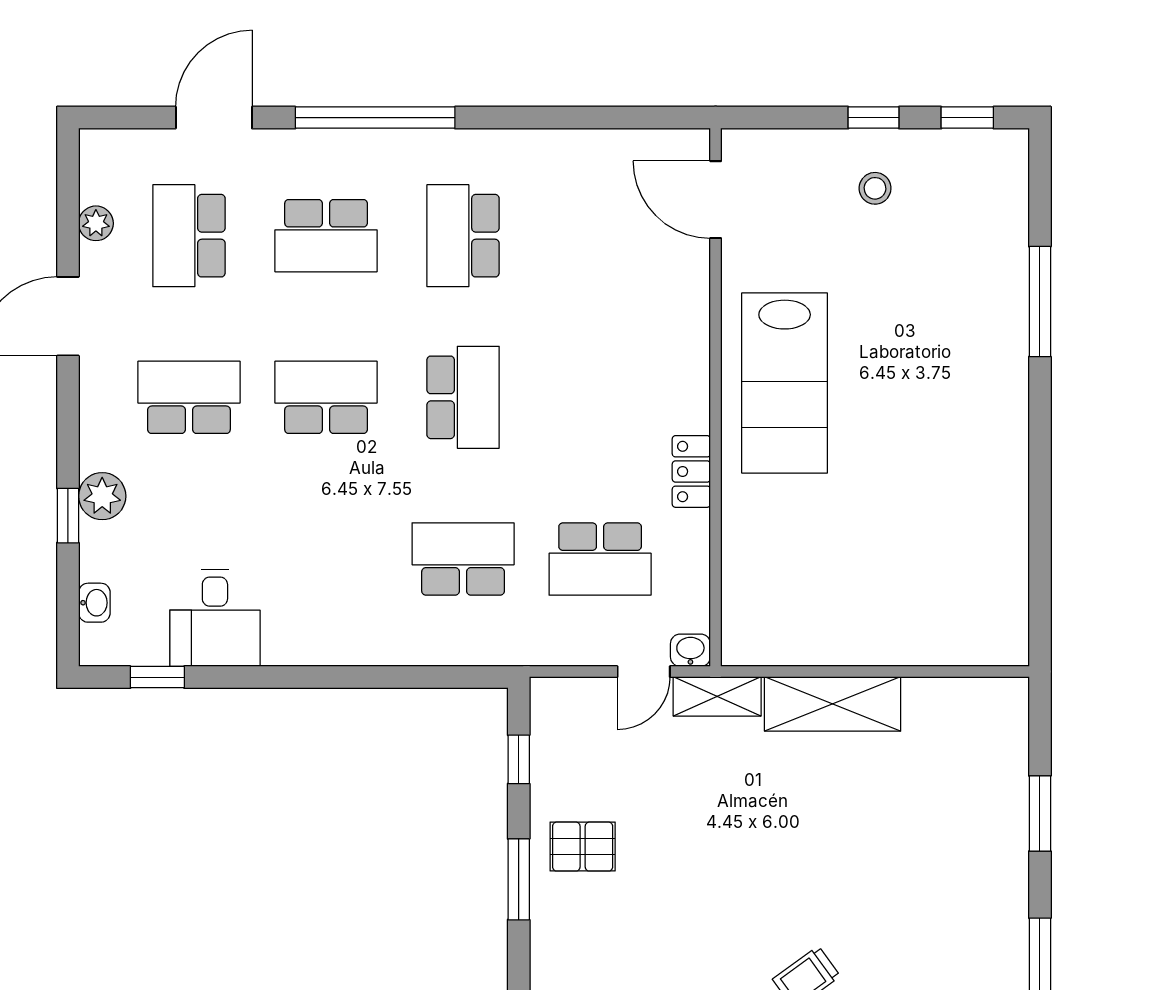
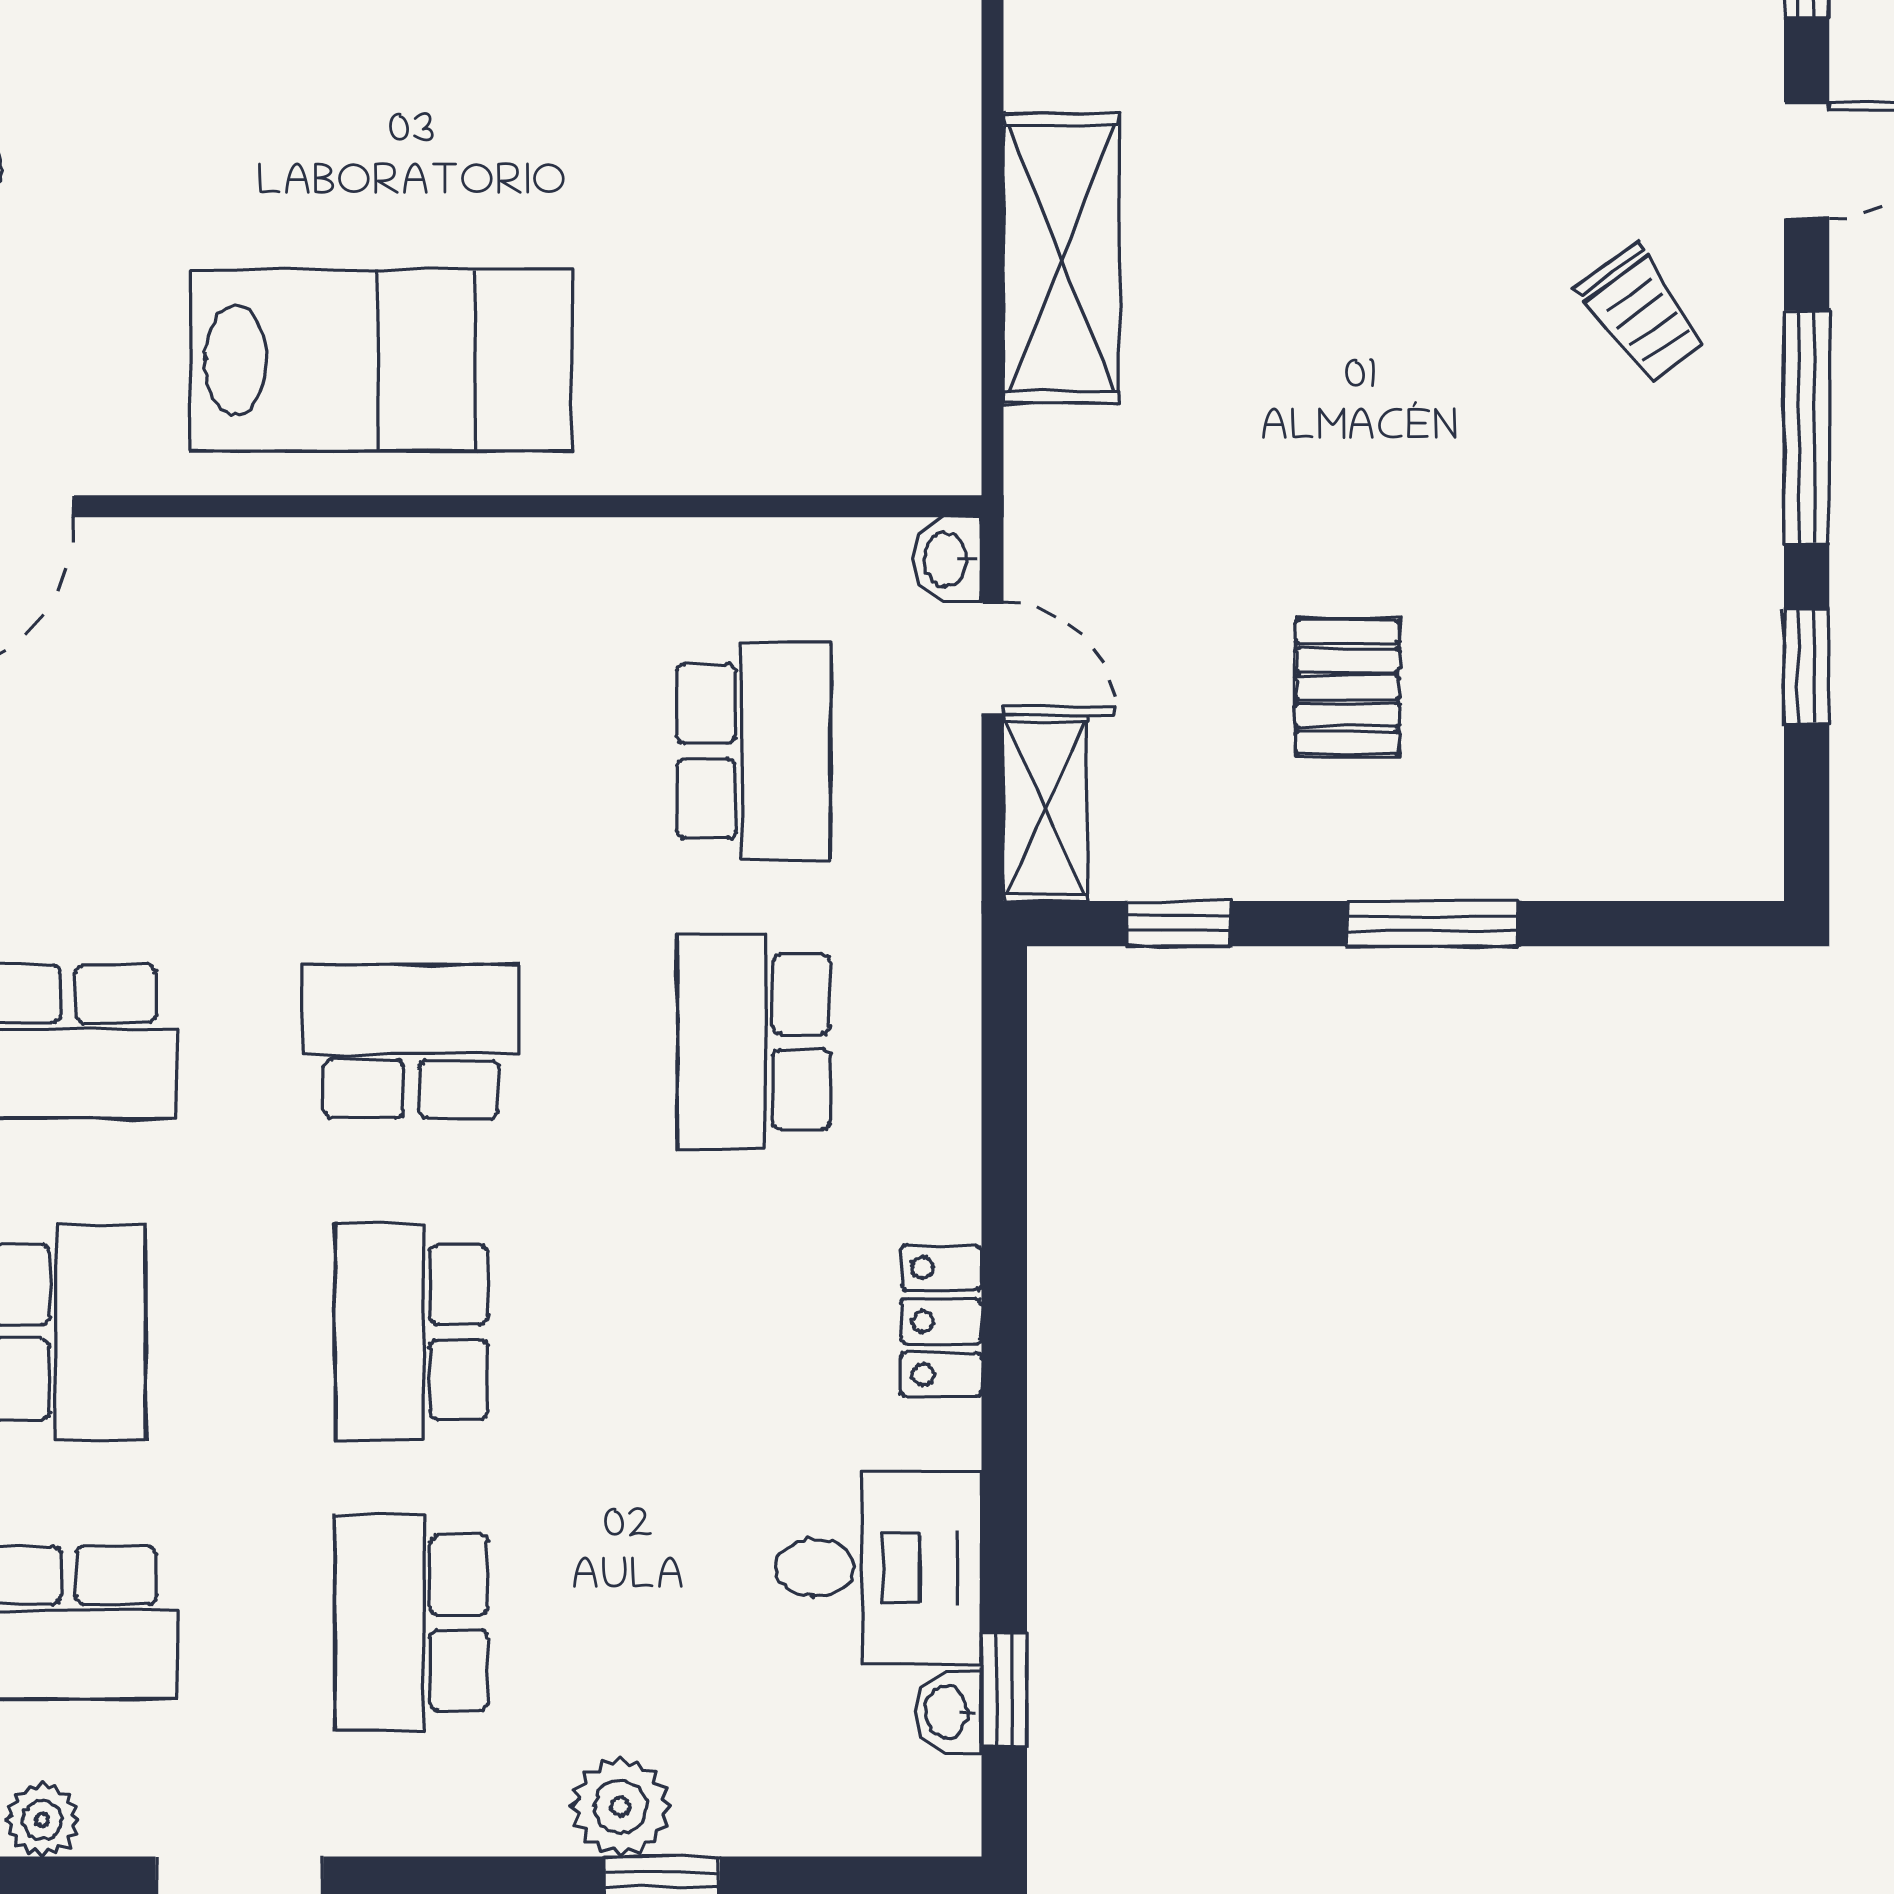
locker: (691, 471) -> (941, 1321), moved, turned 90
washbasin: (94, 603) -> (948, 1712), moved, turned -90
shelving: (717, 696) -> (1045, 808), moved
pallet: (583, 847) -> (1347, 687), moved

